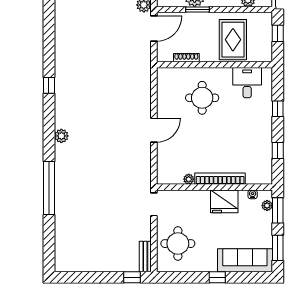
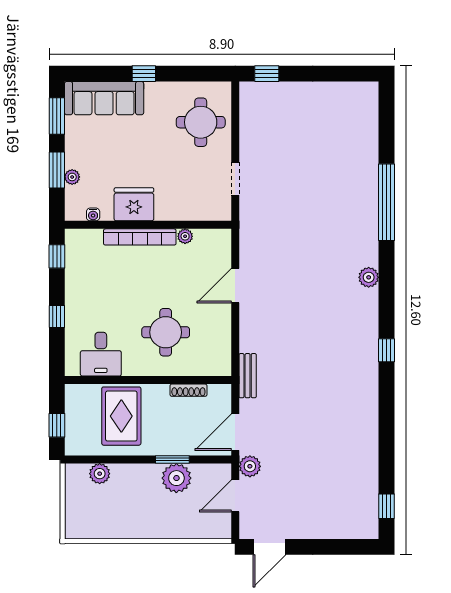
plant: (189, 179) -> (185, 236), moved
bookcase: (220, 179) -> (140, 237), moved
wall: (214, 187) -> (148, 225), moved
water cooler: (253, 194) -> (93, 214), moved
fridge: (224, 201) -> (134, 204), moved
bench: (145, 256) -> (248, 376), moved

